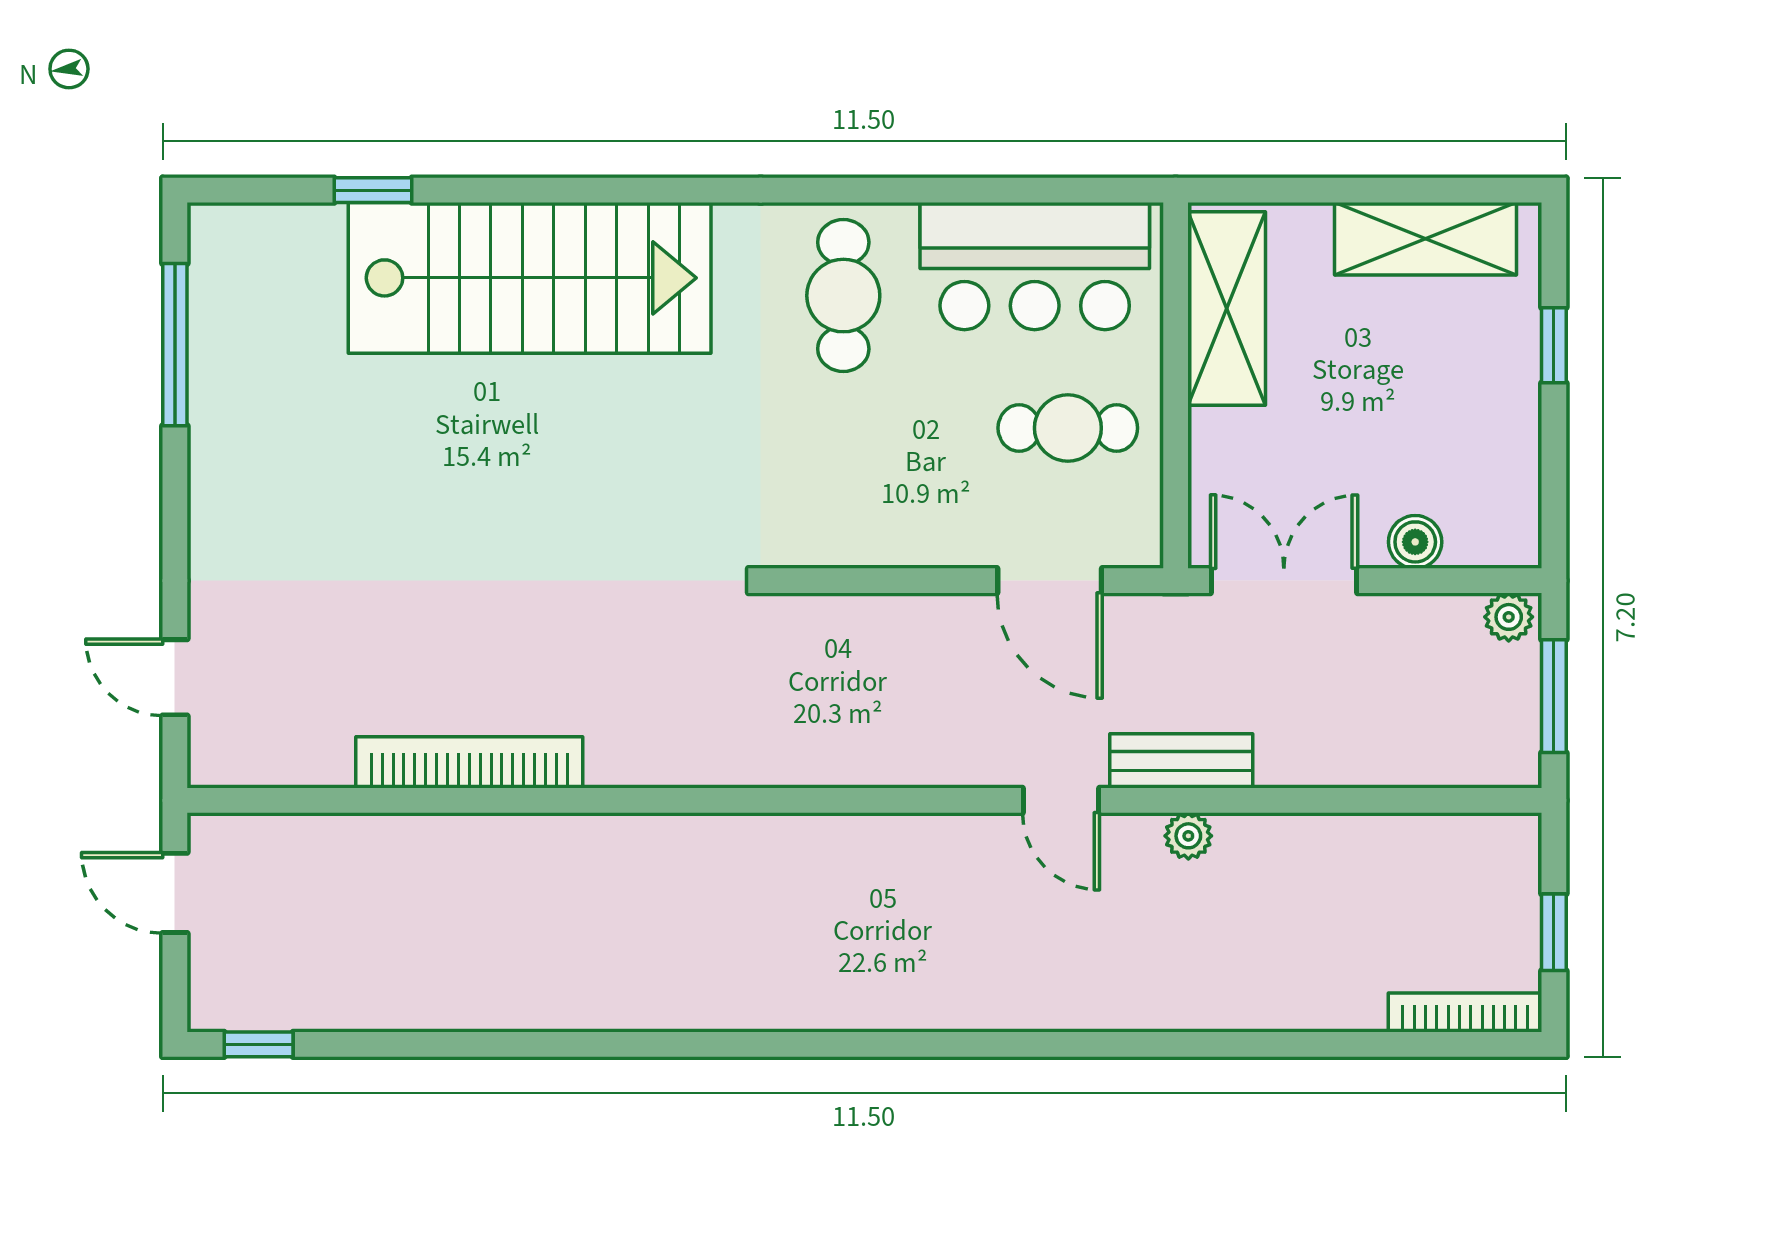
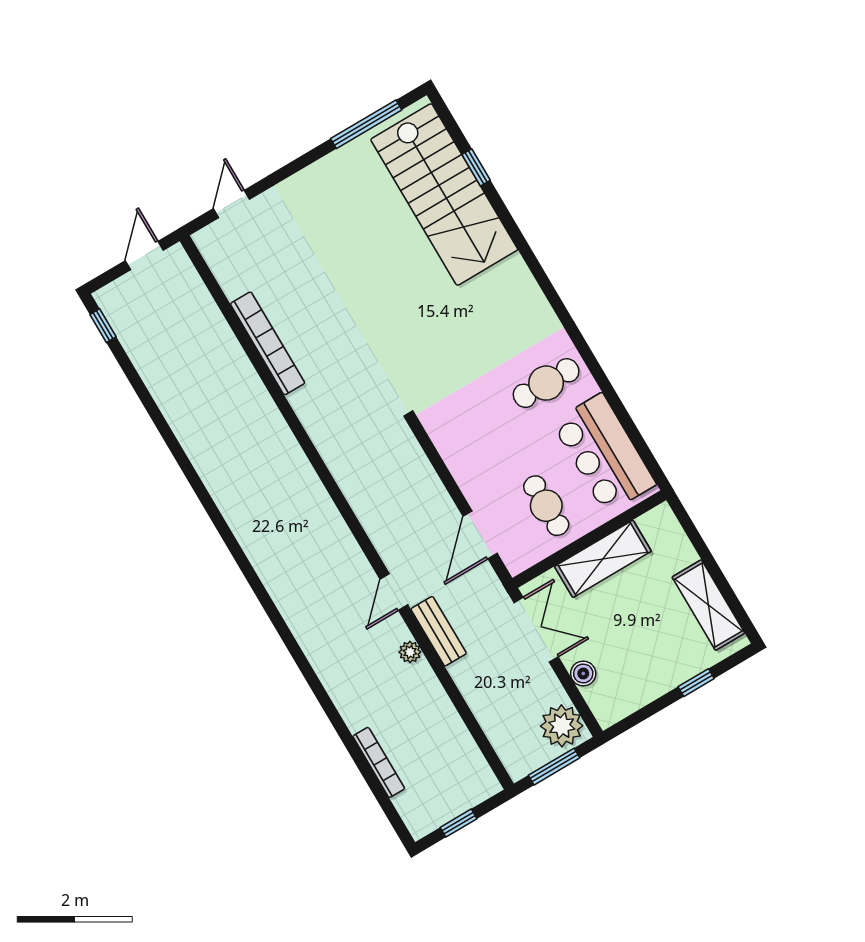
stairs: (530, 278) -> (444, 195), moved
shelving: (1227, 308) -> (603, 559), moved
plant: (1509, 617) -> (562, 726), width x1.87, depth x1.87
bookcase: (1465, 1013) -> (379, 762), moved

